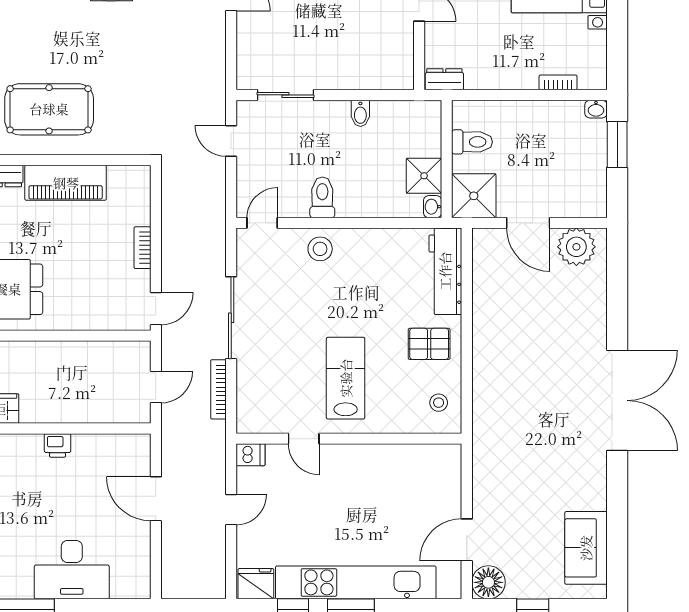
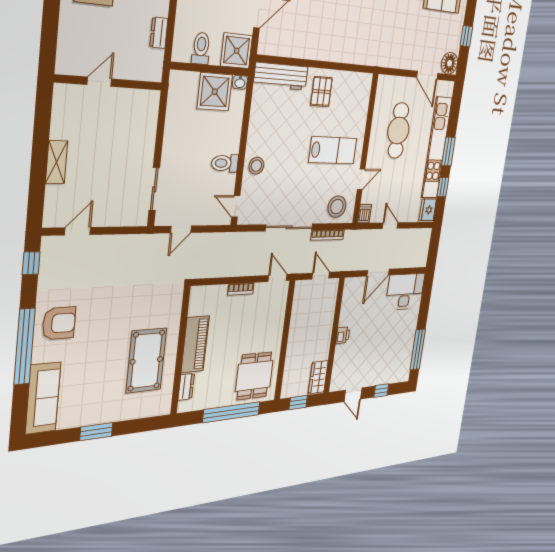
dresser: (444, 79) -> (159, 33), moved
bidet: (360, 113) -> (173, 133), removed
shower: (424, 176) -> (215, 92), width x1.36, depth x1.36
lab bench: (346, 378) -> (333, 150), turned 180
stool: (439, 403) -> (337, 207), moved, width x1.89, depth x1.89
cafe table: (380, 498) -> (398, 131), added
desk: (72, 570) -> (405, 292), moved, turned -90

